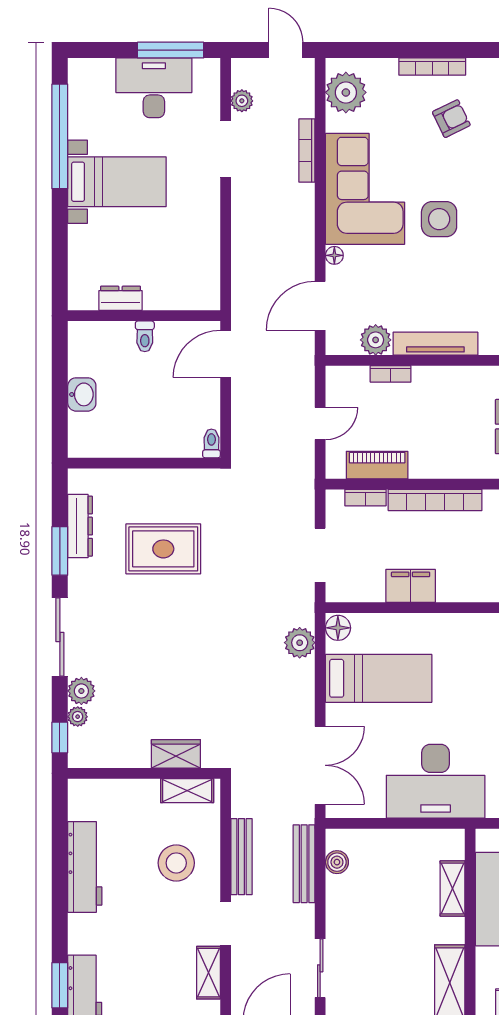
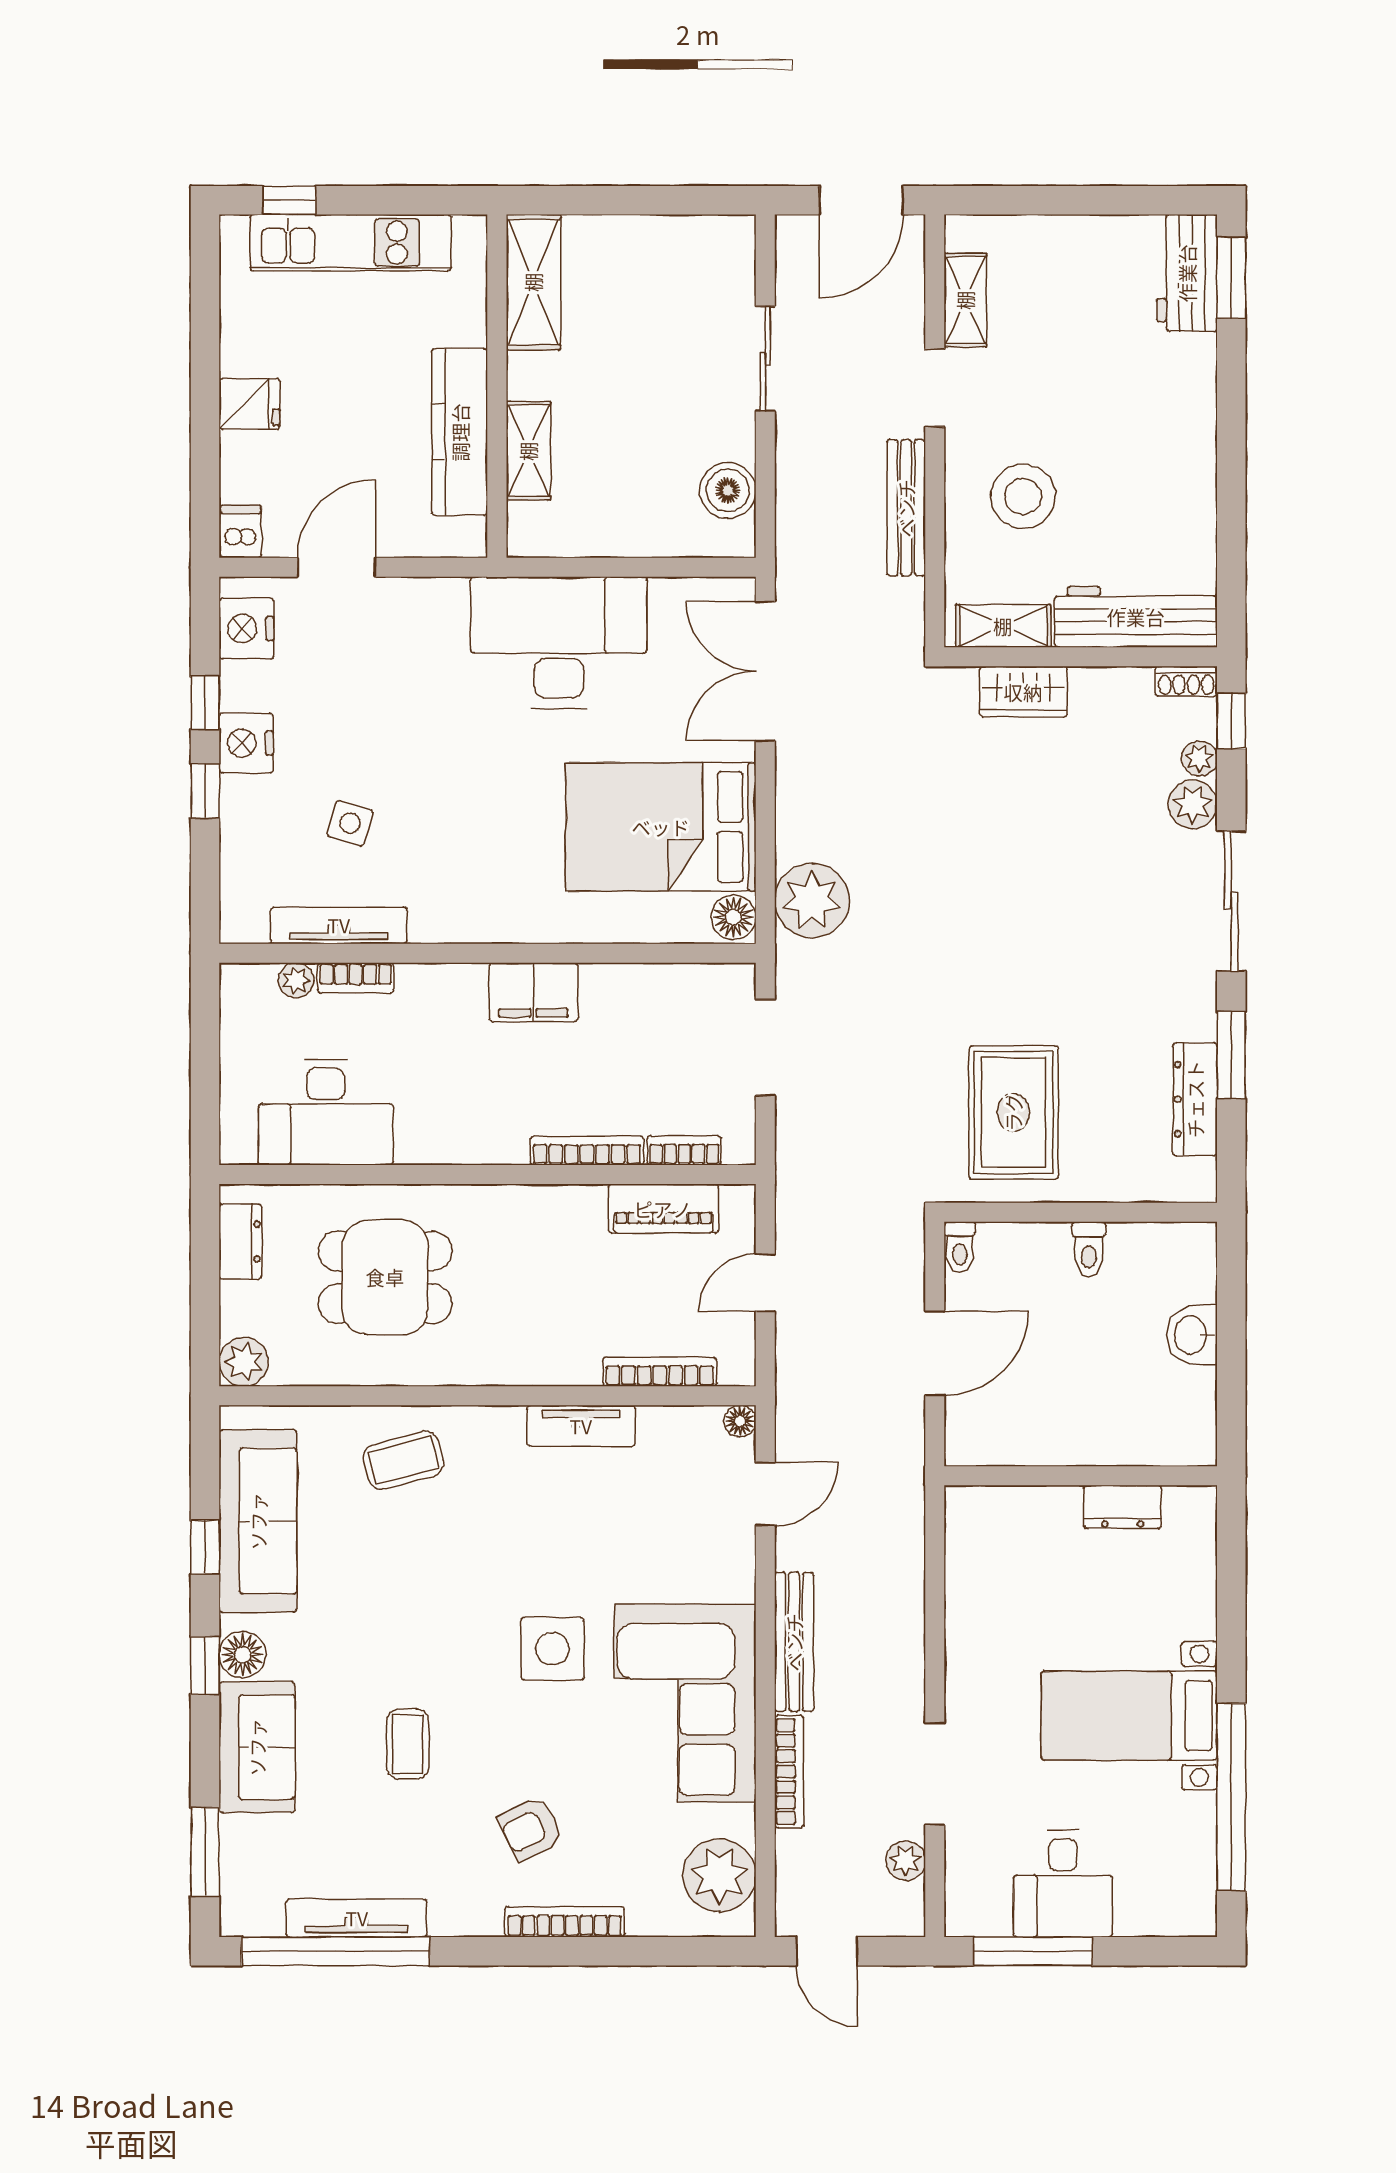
desk: (154, 88) -> (1063, 1884), width x0.73
floor lamp: (334, 255) -> (740, 1421), moved
door: (320, 306) -> (765, 1494), width x0.73
toilet: (145, 336) -> (1089, 1249), moved, turned 180
plant: (376, 340) -> (666, 1433), removed
tv unit: (435, 344) -> (581, 1426), width x0.71
door: (226, 354) -> (935, 1353), moved
bookcase: (391, 374) -> (660, 1372), width x1.56
bookcase: (435, 500) -> (587, 1151), width x0.68, depth x0.76
rug: (163, 549) -> (1013, 1112), moved, turned 90
filing cabinet: (411, 586) -> (534, 992), moved
plant: (300, 643) -> (812, 901), width x1.36, depth x1.36
bed: (379, 678) -> (661, 827), width x1.50
shoe rack: (85, 760) -> (1186, 681), added
boiler: (337, 862) -> (728, 490), width x1.36, depth x1.36
bench: (304, 864) -> (794, 1642), moved
workbench: (85, 867) -> (1136, 617), moved, turned 90
sliding door: (320, 968) -> (765, 359), moved

